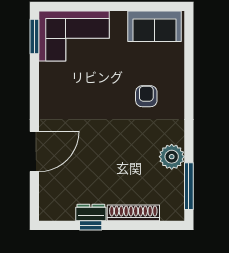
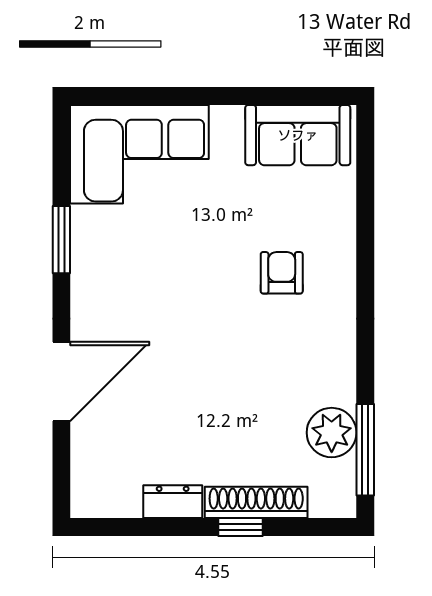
window: (34, 37) -> (61, 240), moved
plant: (172, 157) -> (332, 433), moved
window: (91, 225) -> (241, 527), moved

